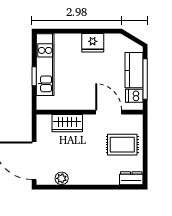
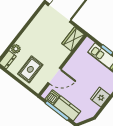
wardrobe: (67, 123) -> (73, 39), moved
plant: (62, 178) -> (16, 49), moved

